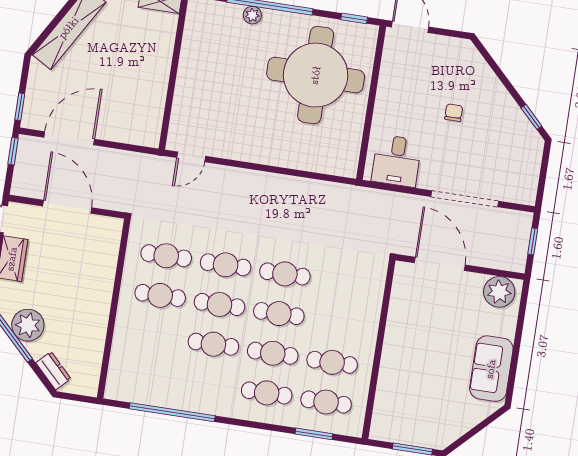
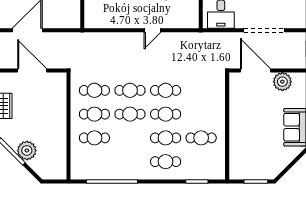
door: (191, 157) -> (153, 30), moved
plant: (499, 292) -> (282, 82), moved
plant: (28, 325) -> (27, 150), moved
cafe table: (213, 344) -> (94, 138), moved
dresser: (53, 371) -> (39, 168), removed
cafe table: (326, 402) -> (201, 162), removed

